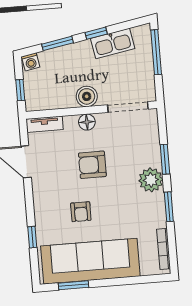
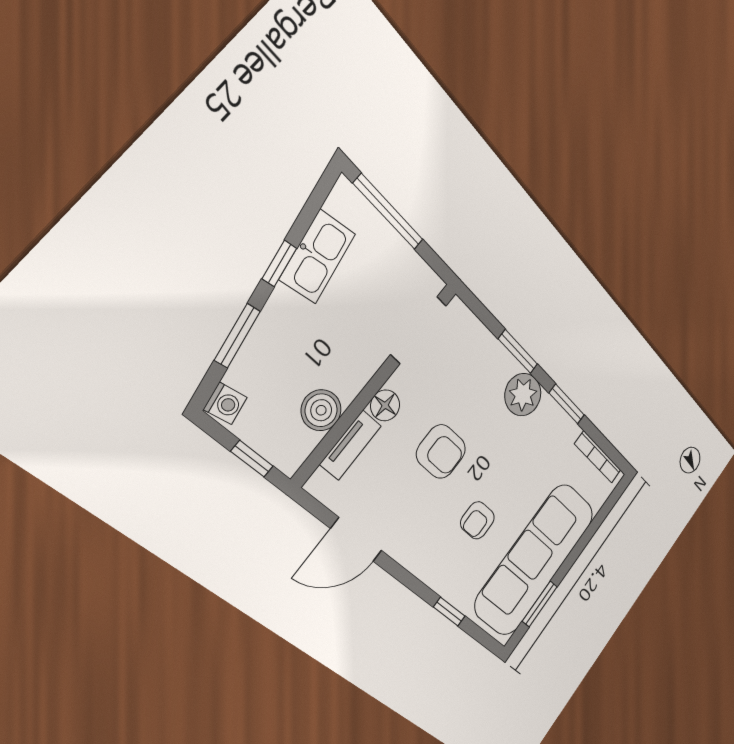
boiler: (87, 96) -> (321, 410), moved
tv unit: (45, 124) -> (351, 445), moved
armchair: (92, 165) -> (441, 452), turned -90
armchair: (81, 212) -> (477, 520), turned 90

